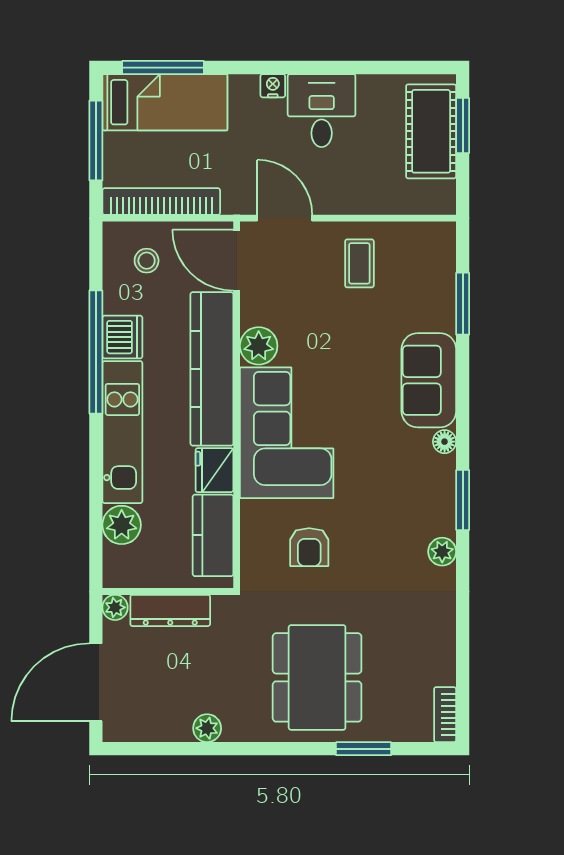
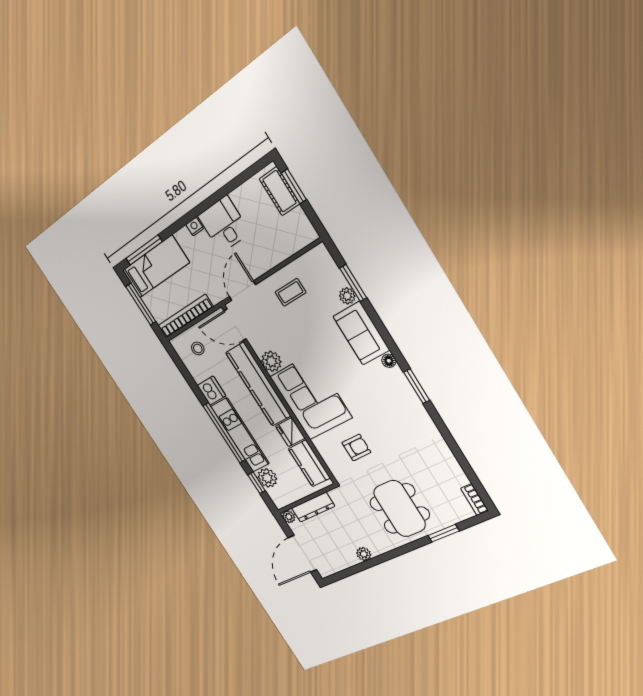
cot: (431, 131) -> (279, 191), width x0.73, depth x0.75
door: (285, 218) -> (242, 291), hinge flipped
coffee table: (359, 263) -> (291, 292), turned 90
window: (96, 352) -> (224, 433), moved
window: (96, 524) -> (256, 483), added
armchair: (309, 547) -> (356, 448), turned -90
plant: (442, 552) -> (347, 296), moved

